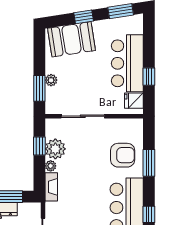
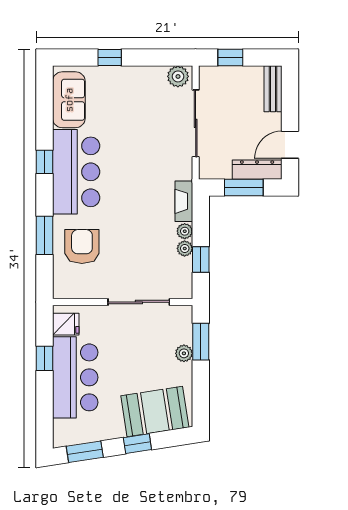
plant: (55, 149) -> (185, 248), width x0.53, depth x0.53
armchair: (123, 155) -> (82, 246), turned 90

